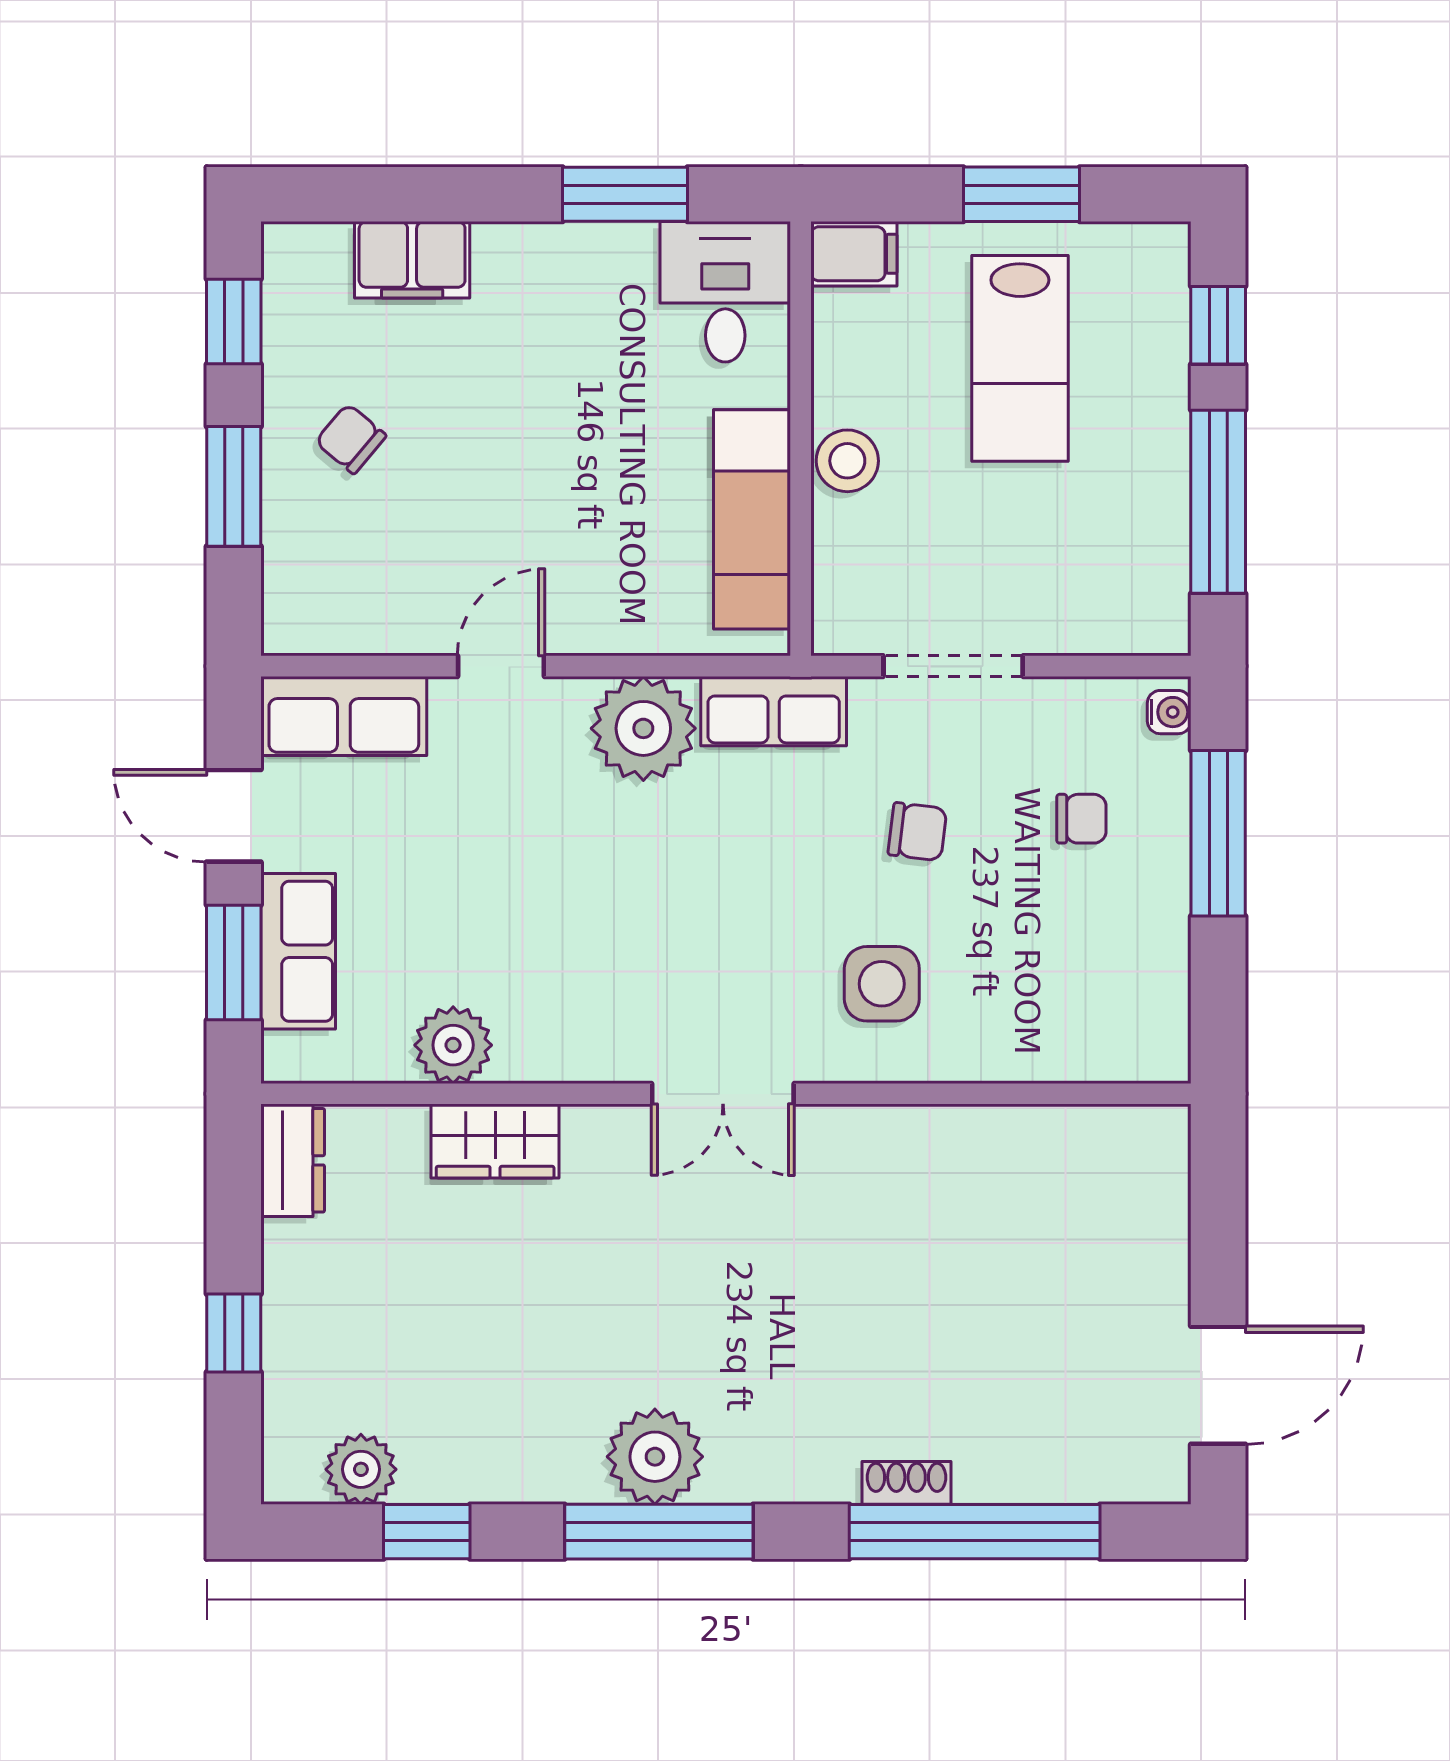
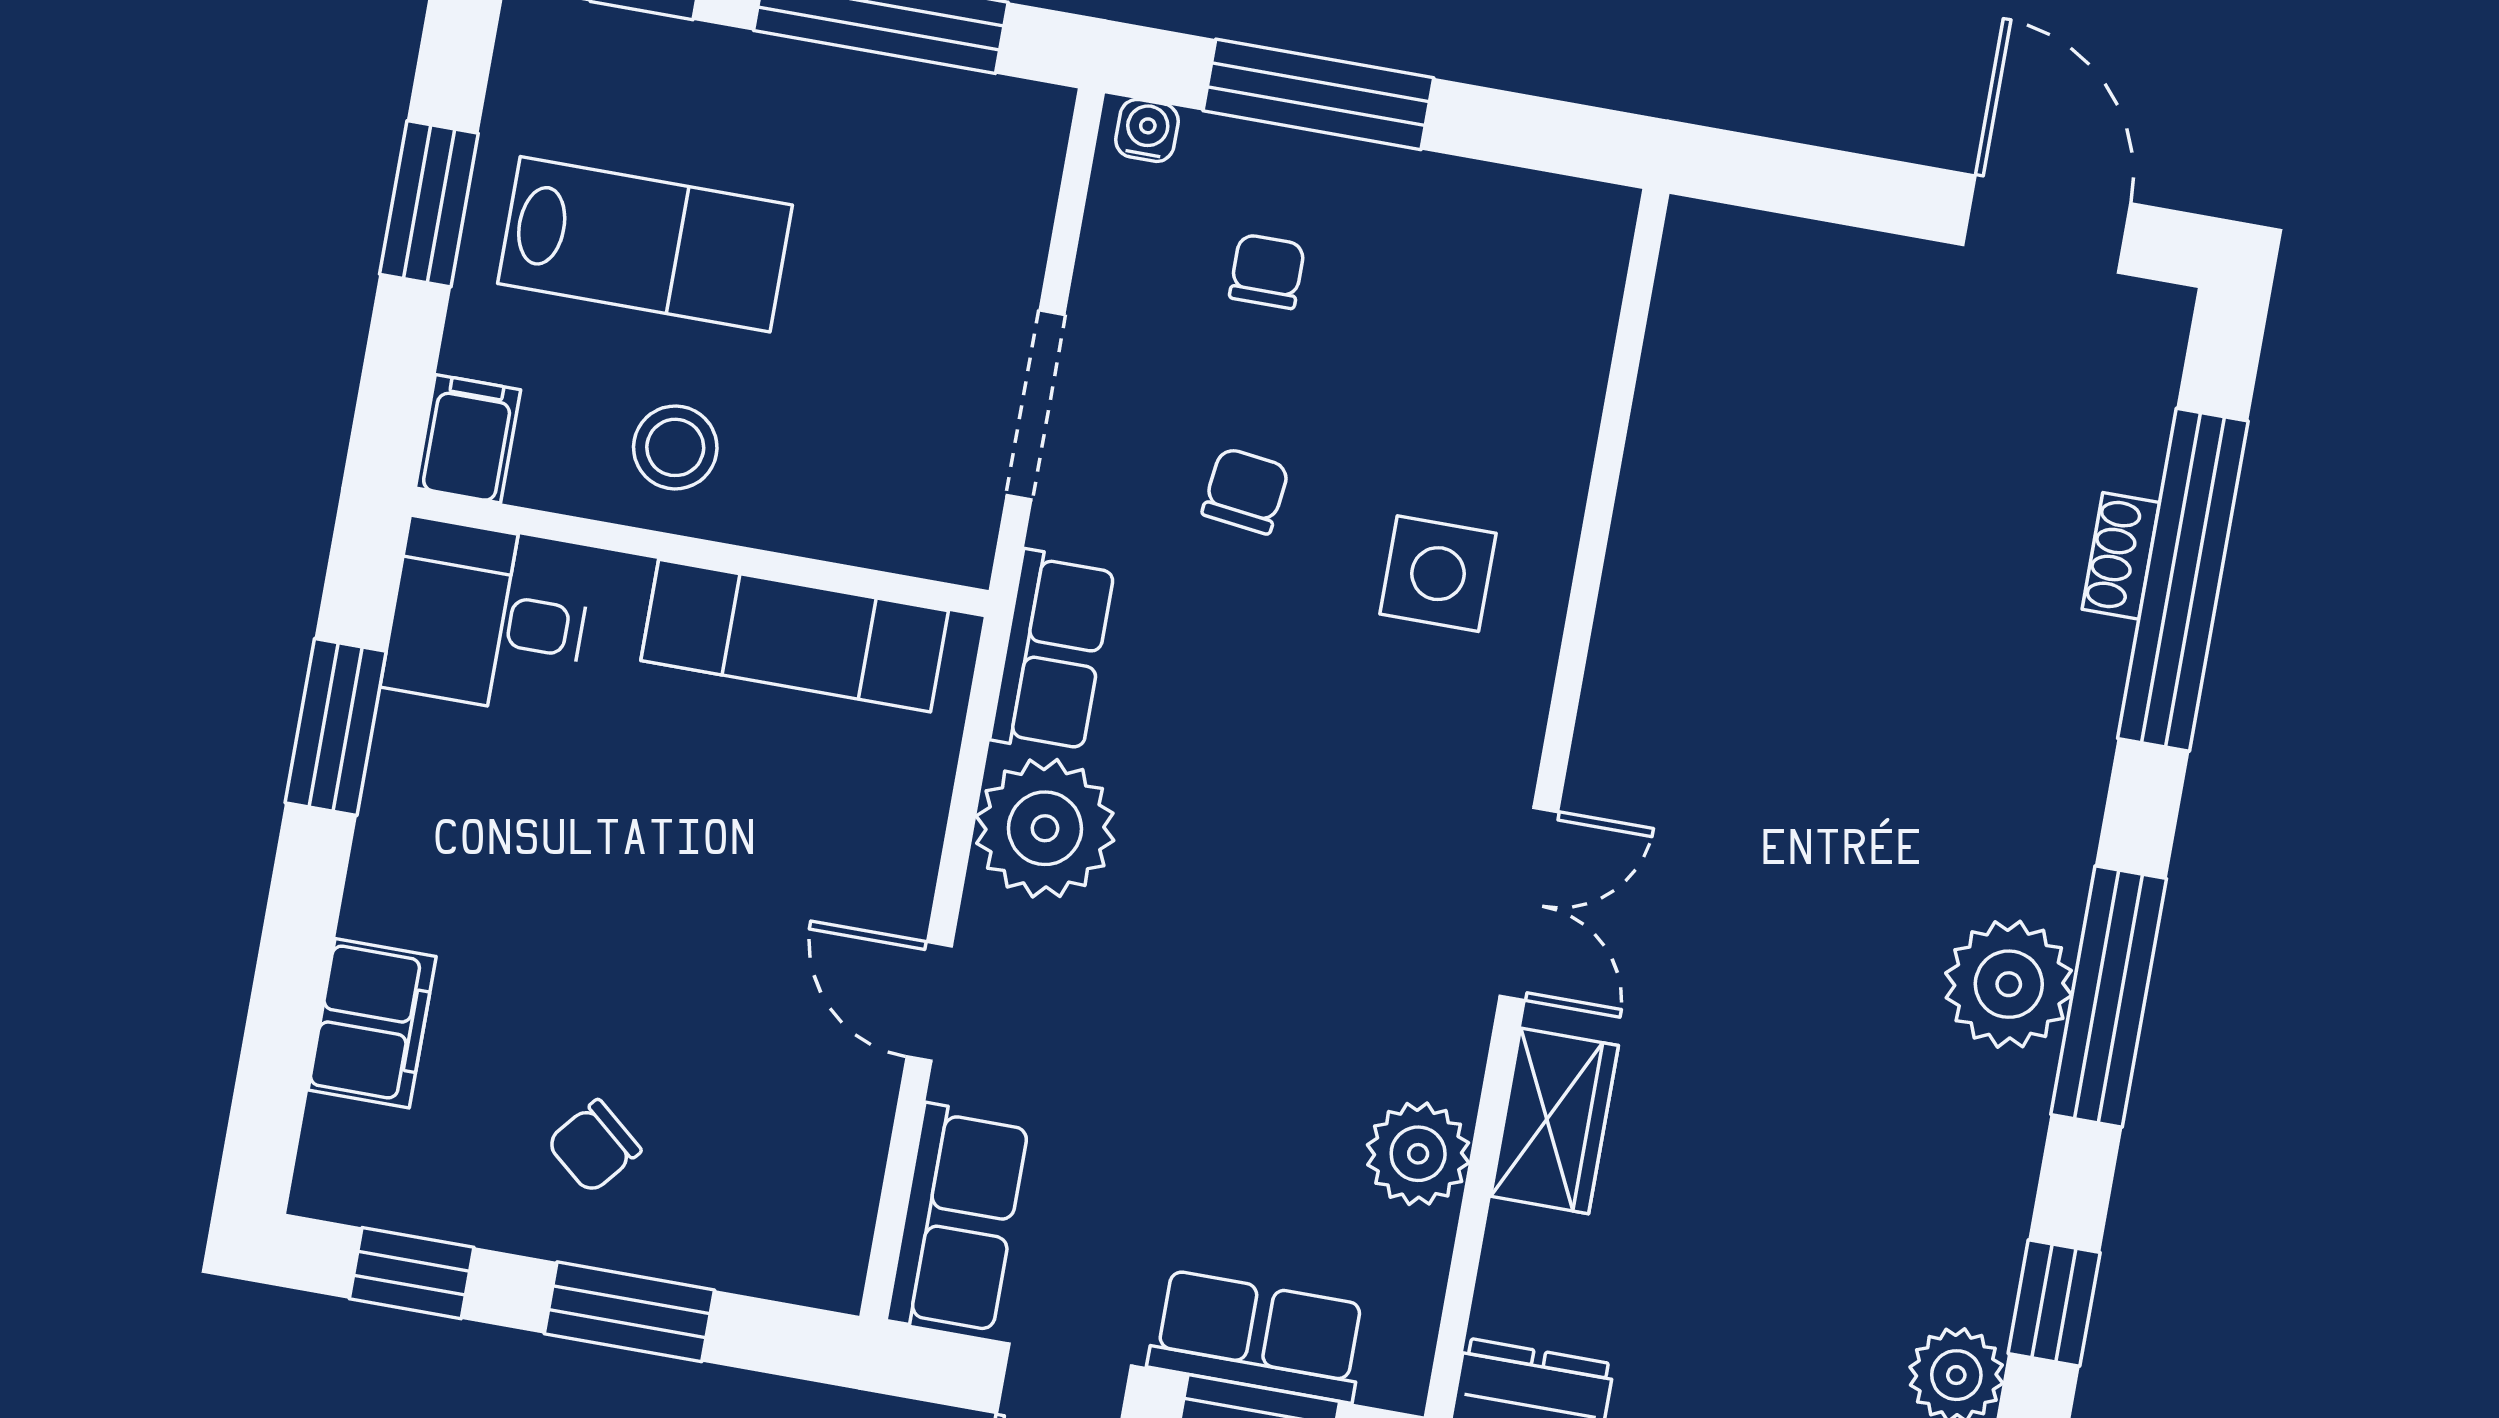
stool: (847, 461) -> (675, 447), moved
double door: (723, 1094) -> (1529, 904), moved
shoe rack: (906, 1483) -> (2121, 556), moved

